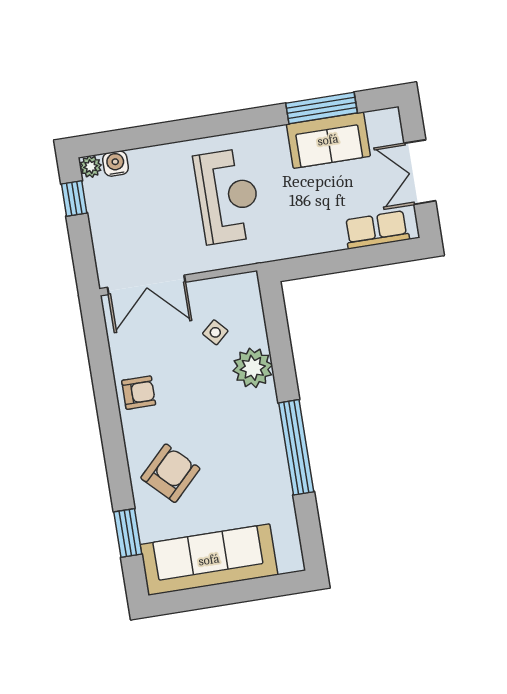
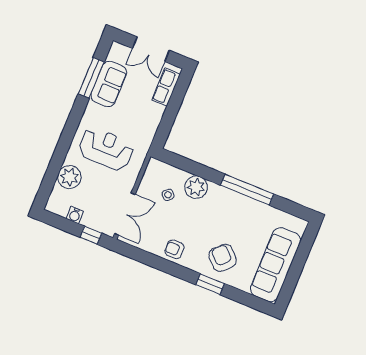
water cooler: (116, 164) -> (75, 215), moved, turned -90
plant: (91, 167) -> (69, 177), moved, width x1.88, depth x1.88
window: (74, 198) -> (91, 235), moved
armchair: (139, 393) -> (174, 249), turned -90
window: (128, 533) -> (210, 284), moved

